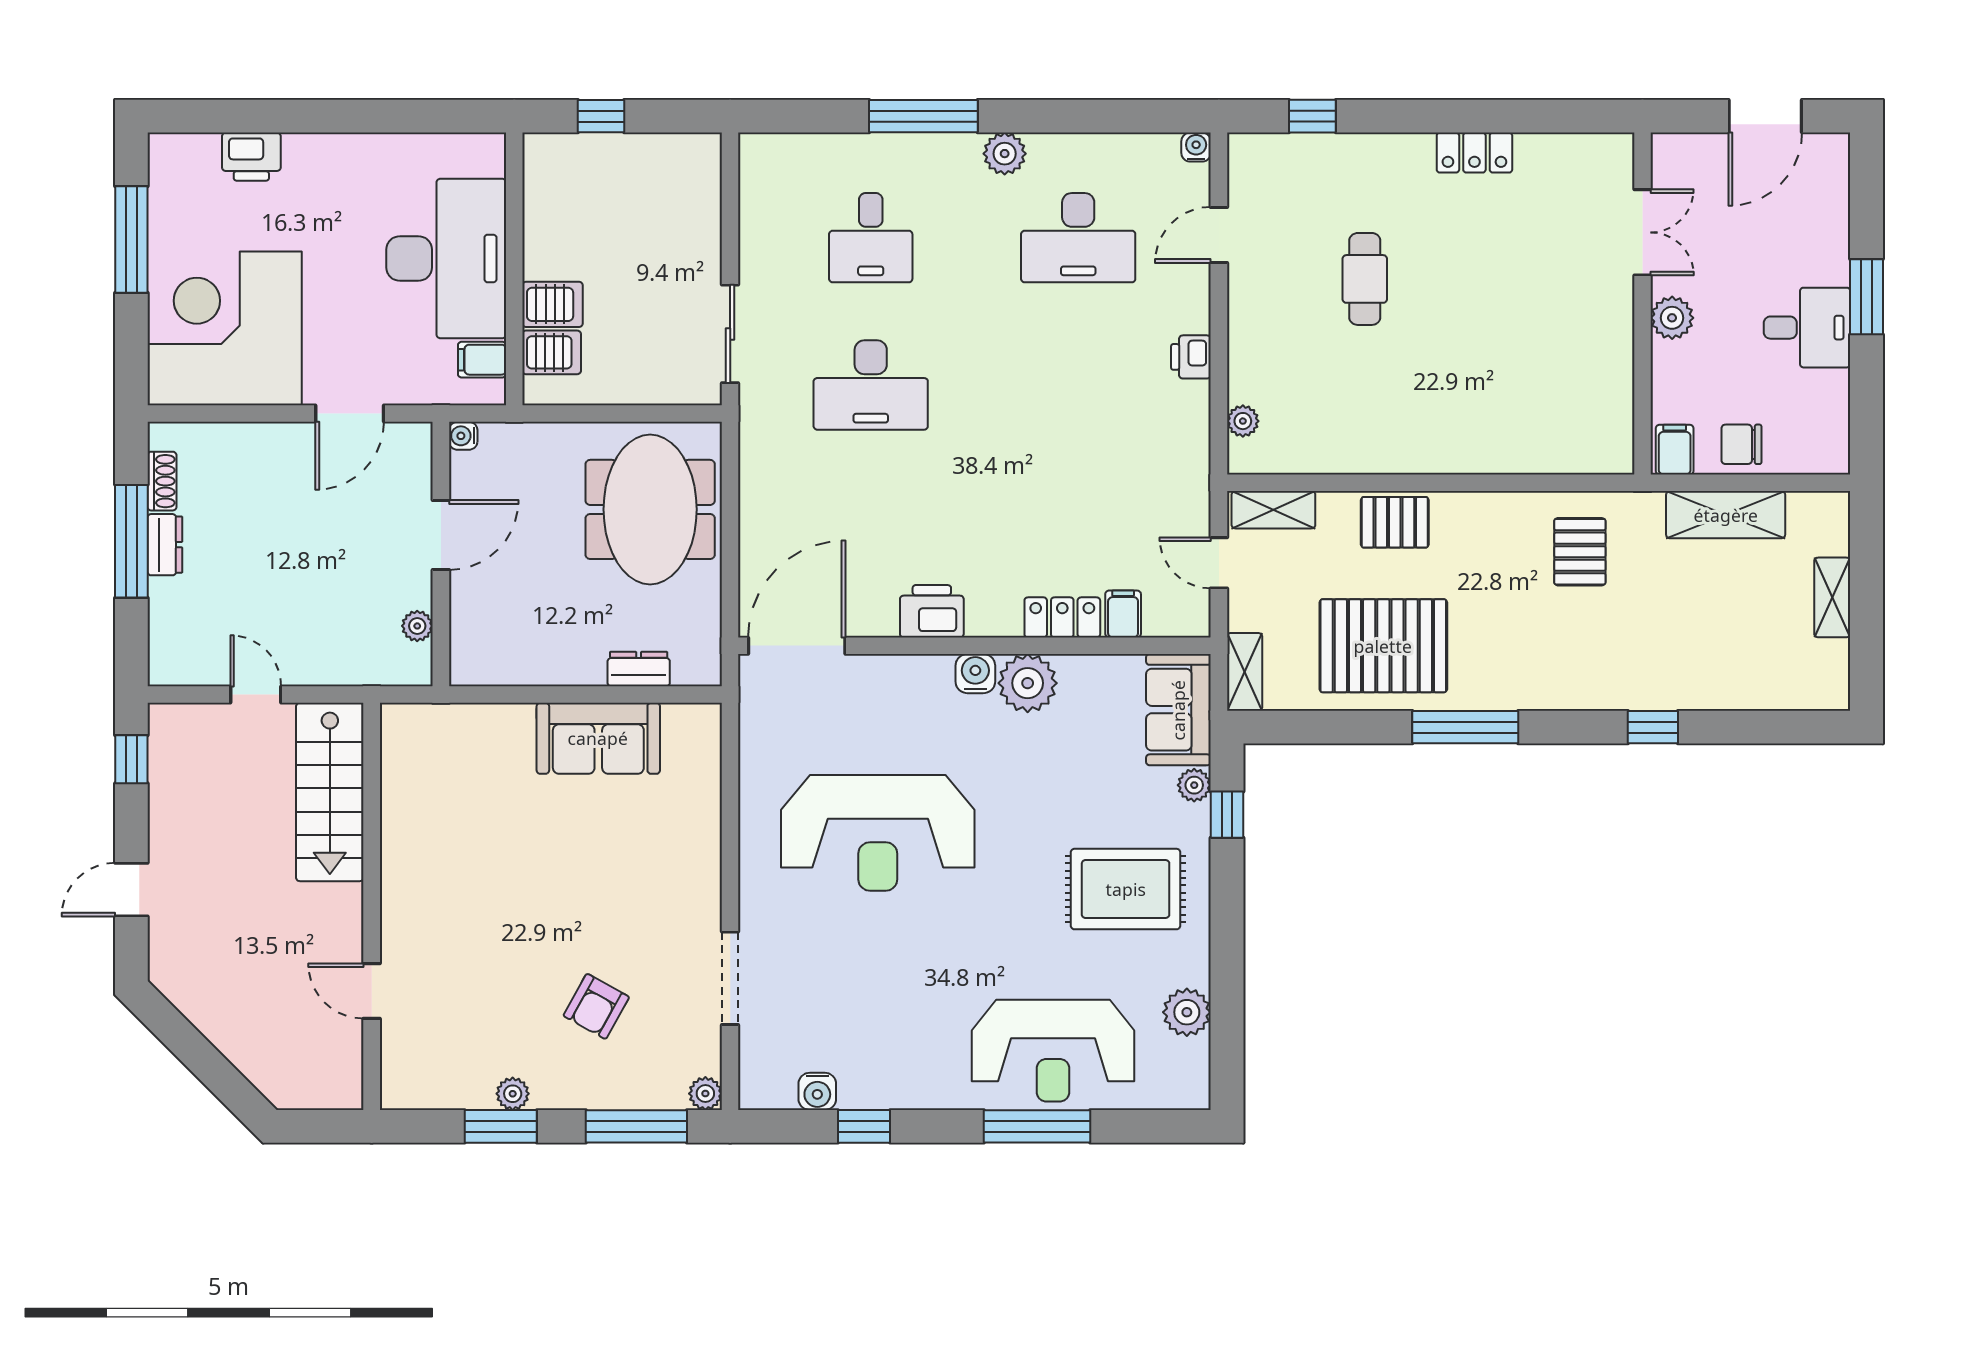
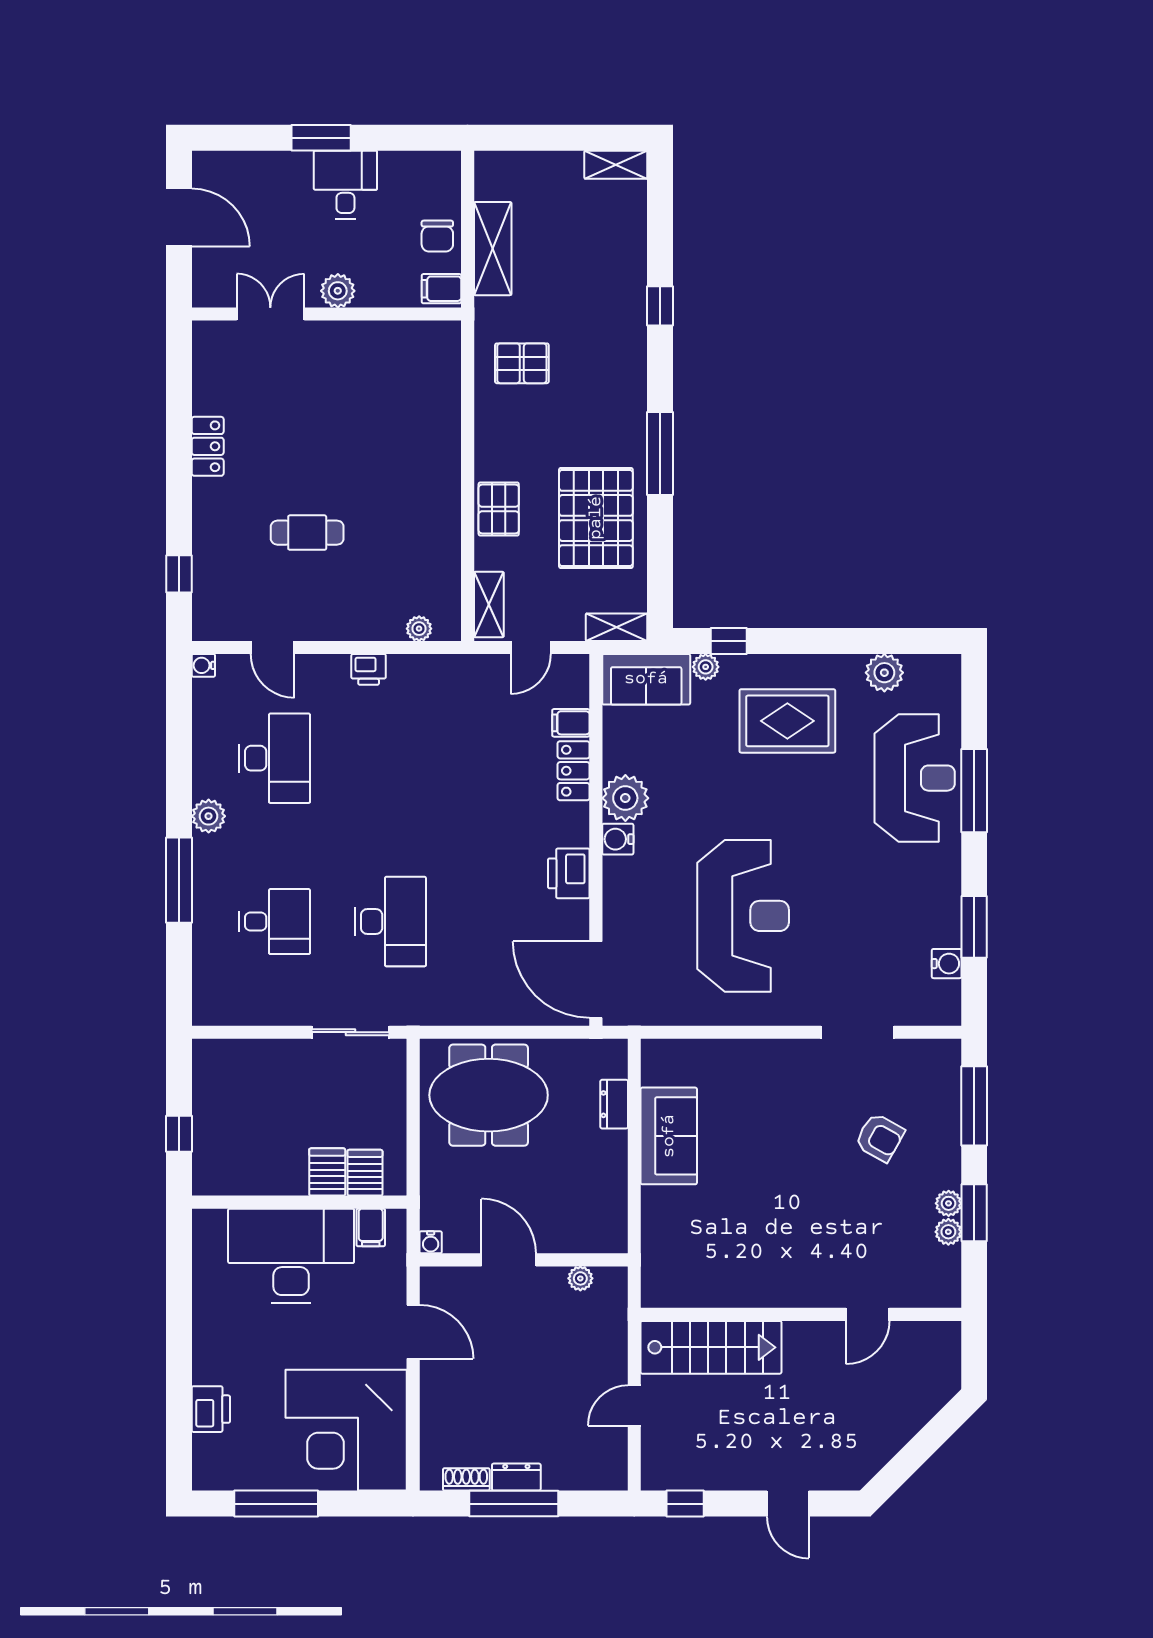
shelving: (1832, 597) -> (616, 165), moved
rug: (1126, 889) -> (787, 721), turned 90
plant: (705, 1094) -> (948, 1232), moved
window: (864, 1126) -> (974, 927), width x1.50

